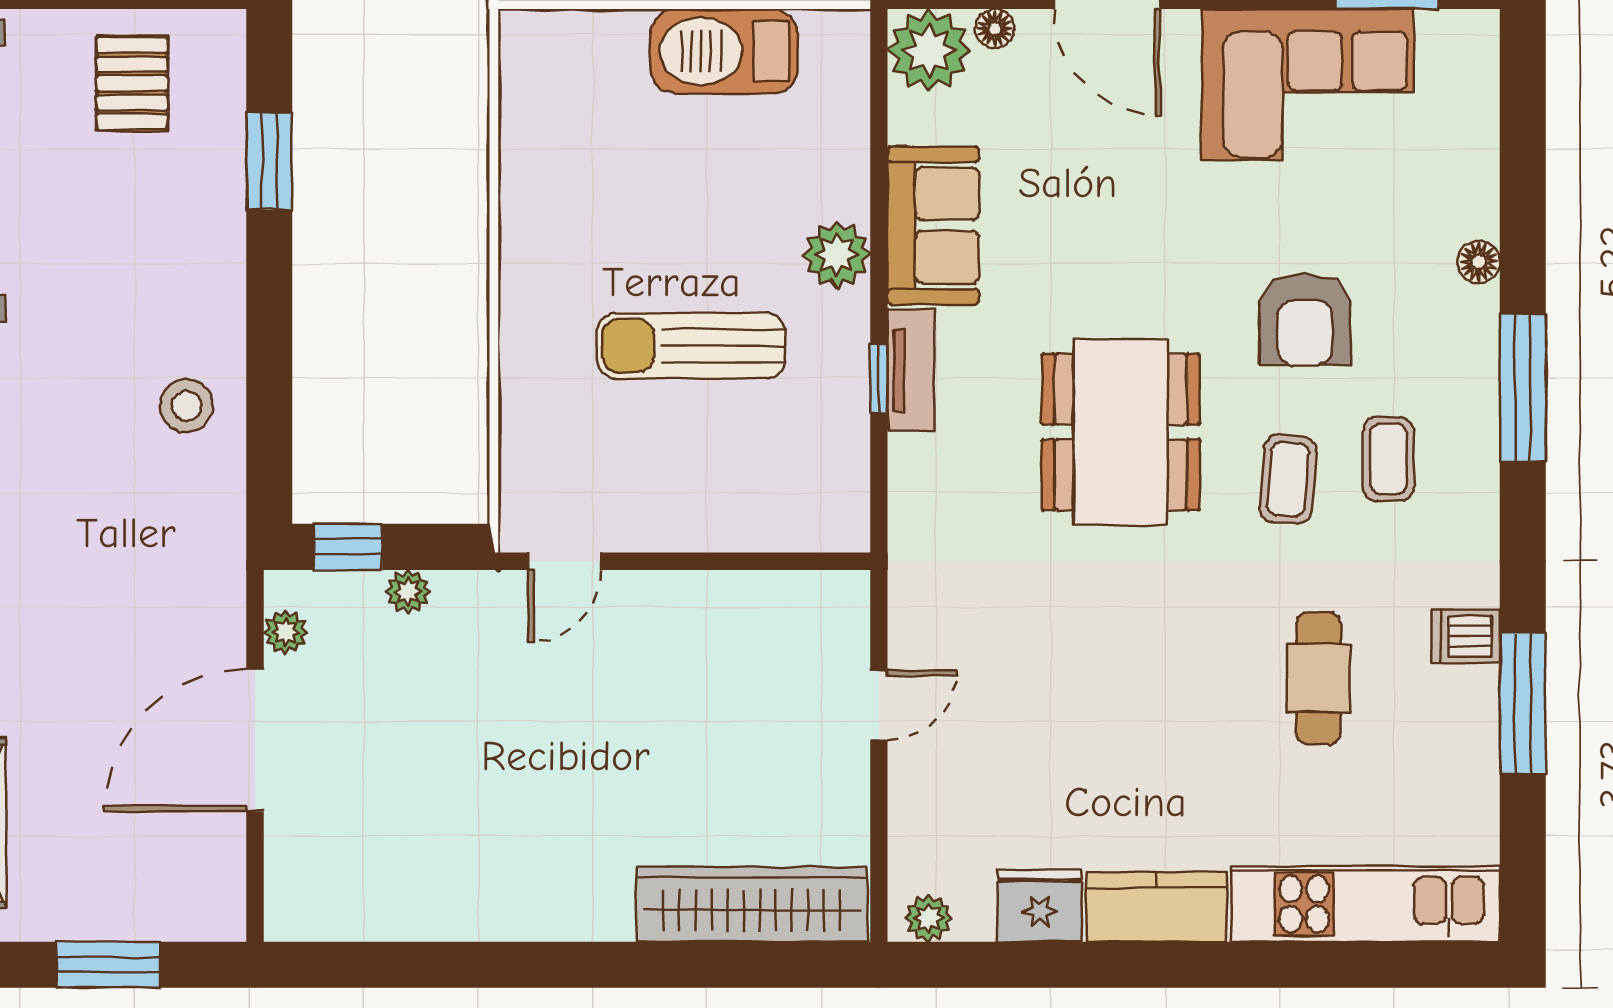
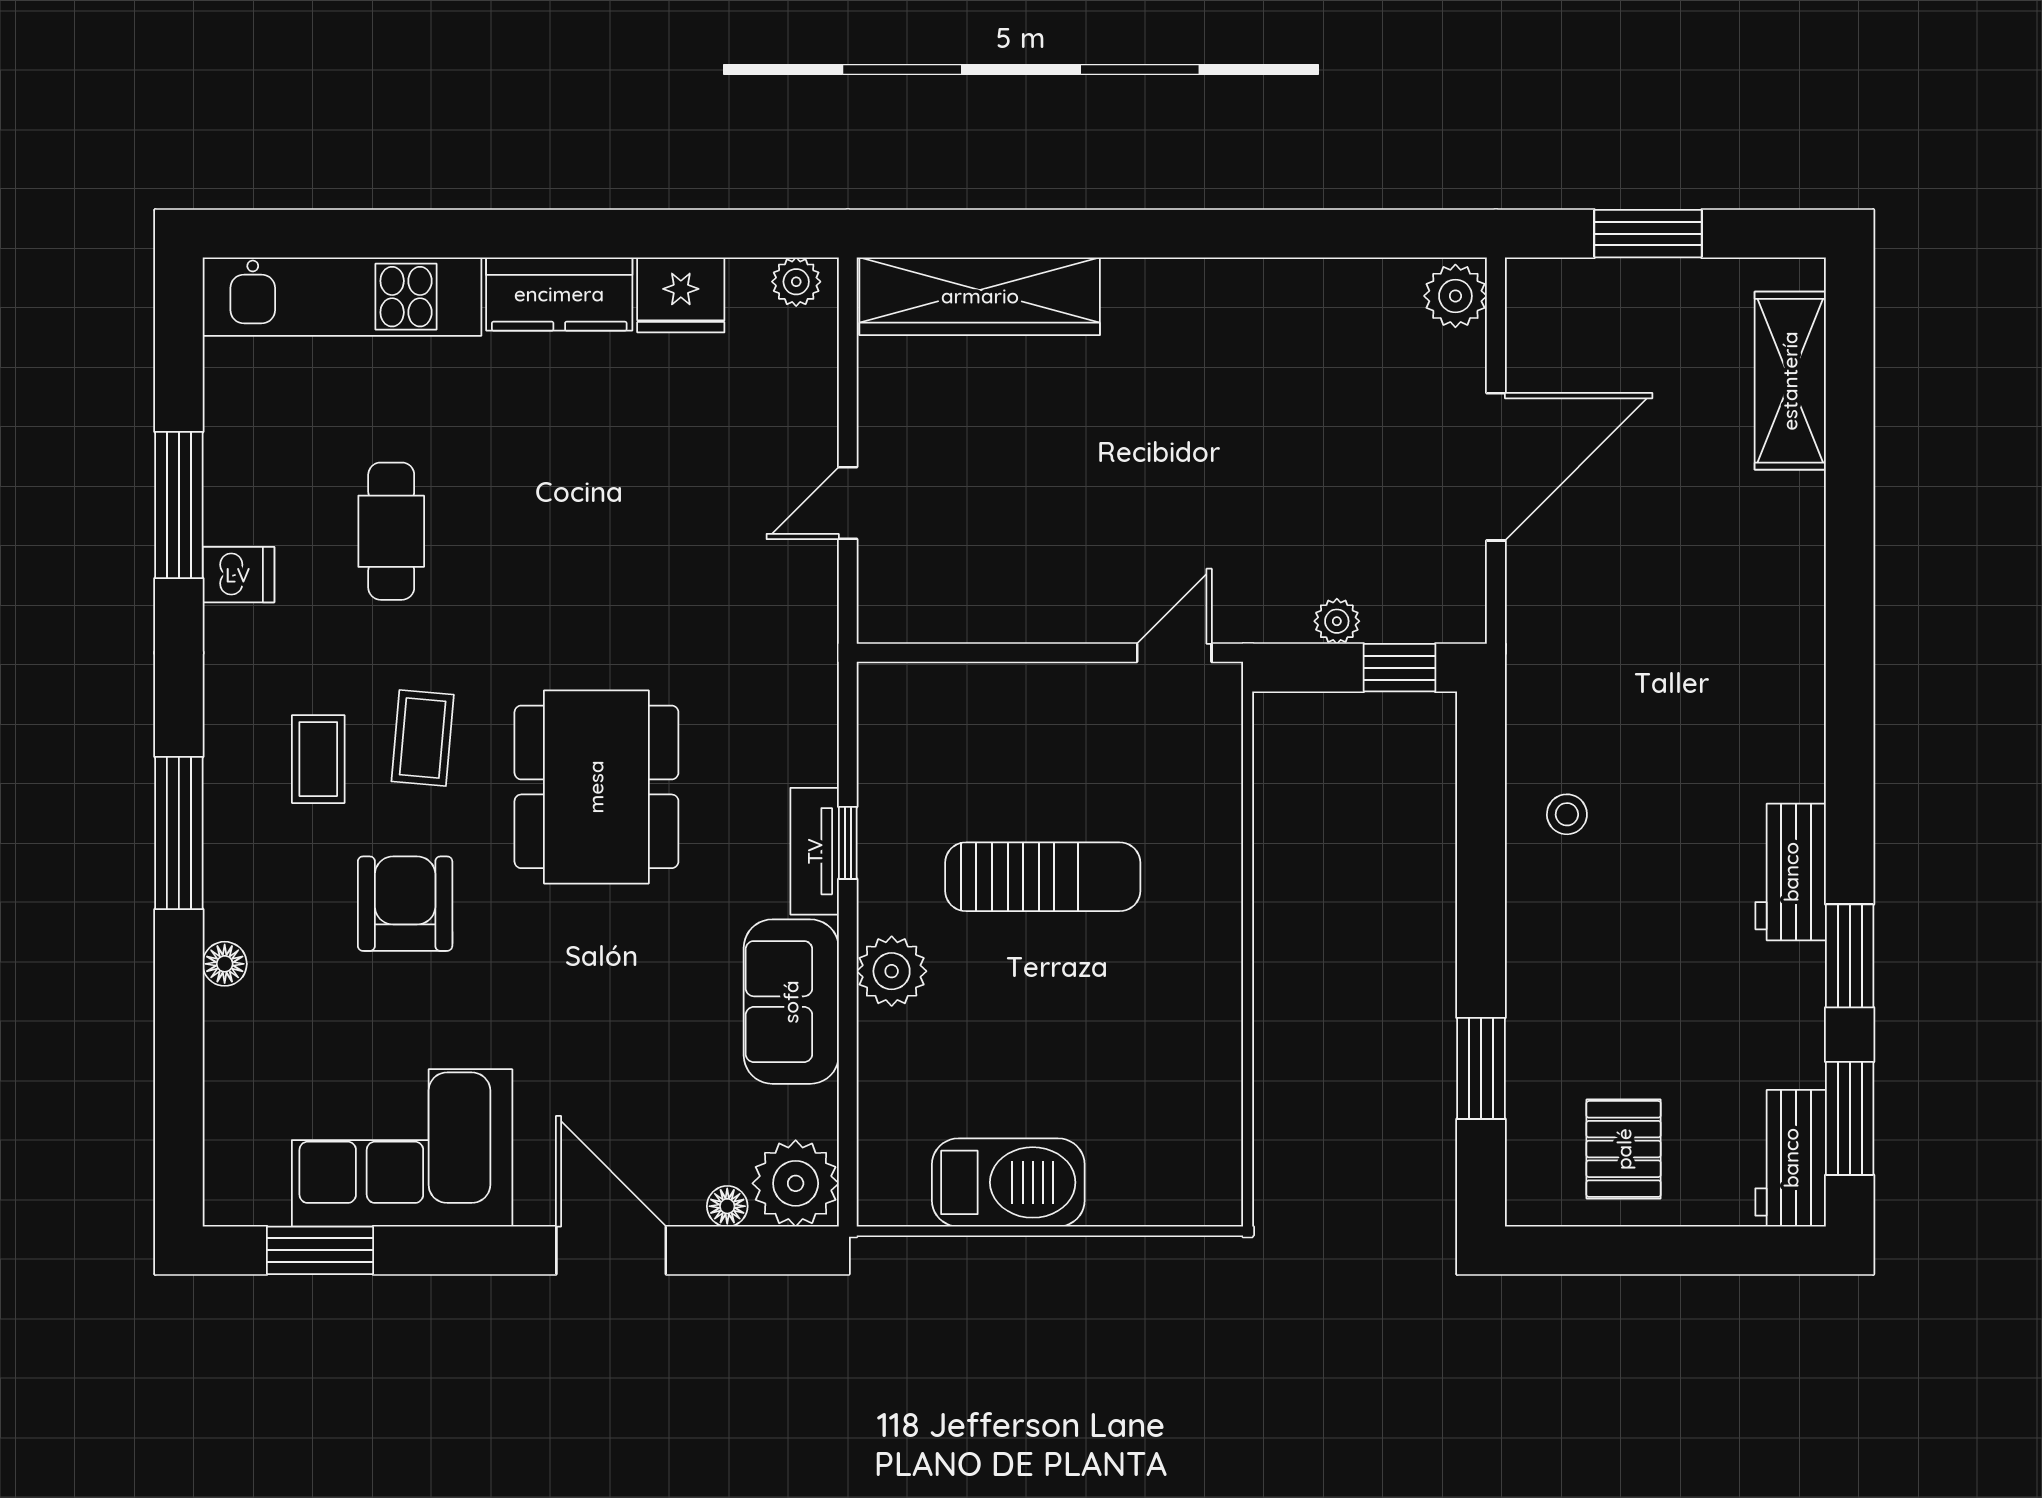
stool: (187, 406) -> (1567, 814), width x0.73, depth x0.73
plant: (286, 632) -> (1455, 296), moved, width x1.38, depth x1.38

